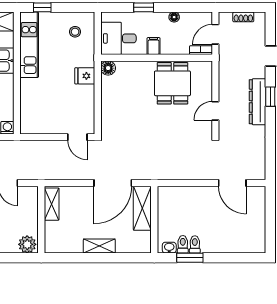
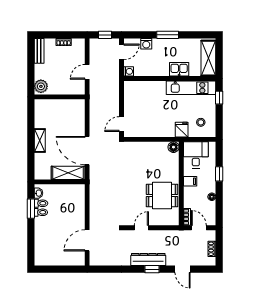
fridge: (85, 76) -> (182, 130), moved
door: (215, 111) -> (141, 228), hinge flipped
shelving: (52, 204) -> (71, 105), removed

